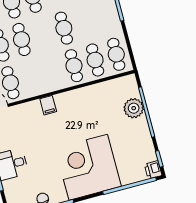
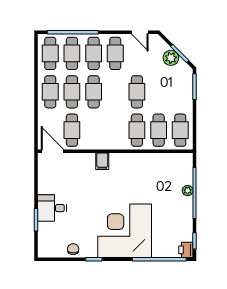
plant: (134, 108) -> (188, 191), width x0.53, depth x0.53

